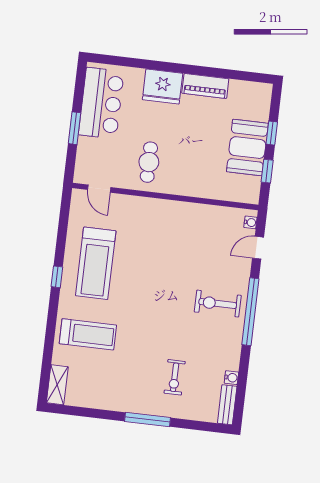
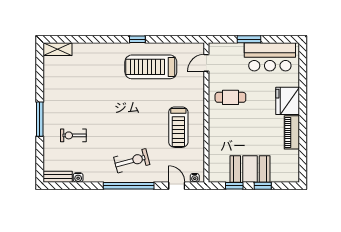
exercise bike: (218, 304) -> (132, 161), turned 75
treadmill: (88, 334) -> (178, 127), moved

